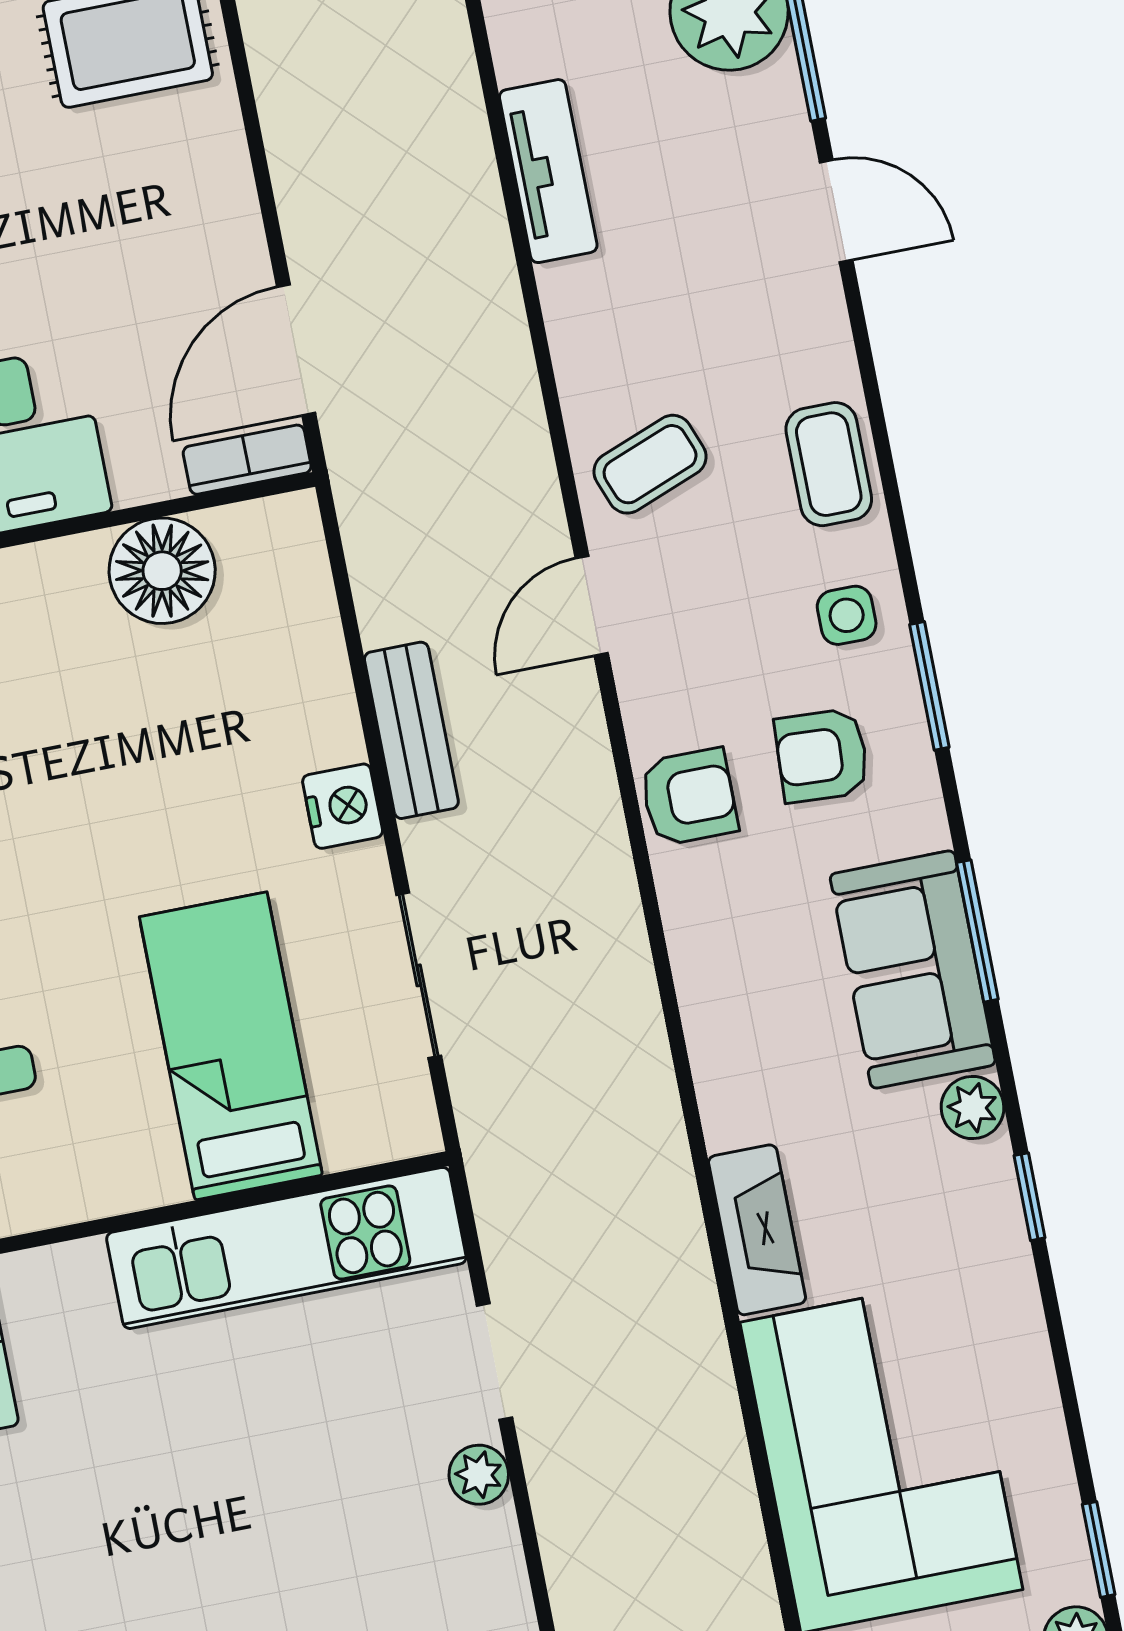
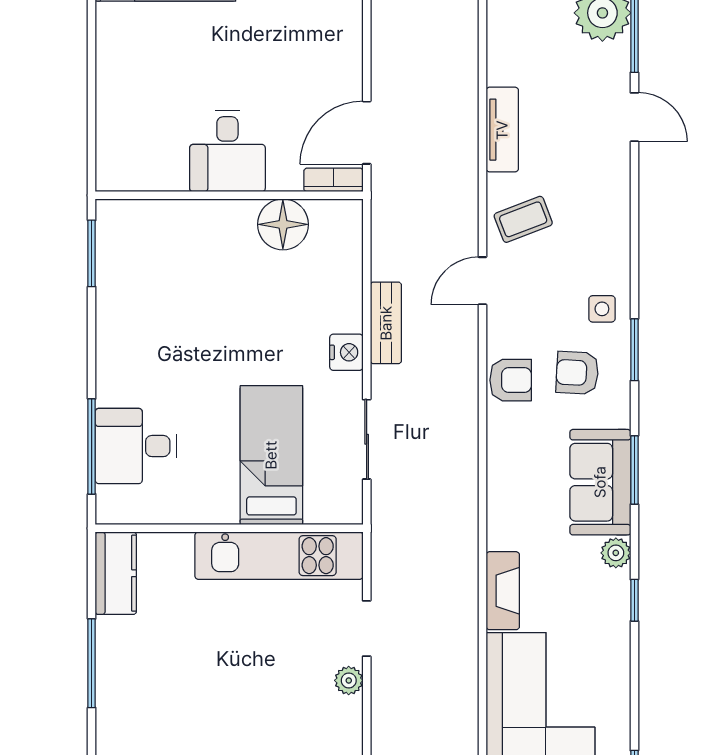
tv unit: (548, 171) -> (502, 130), moved
coffee table: (829, 464) -> (608, 236), removed

